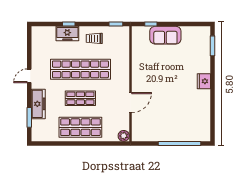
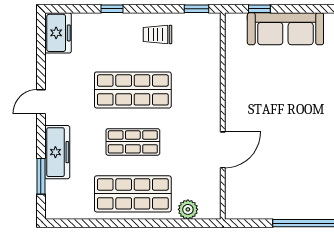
freezer: (67, 34) -> (58, 33), moved, turned -90
sofa: (165, 35) -> (285, 29), width x1.36
shop shelf: (80, 69) -> (133, 90), width x0.71
plant: (124, 136) -> (188, 209), moved

